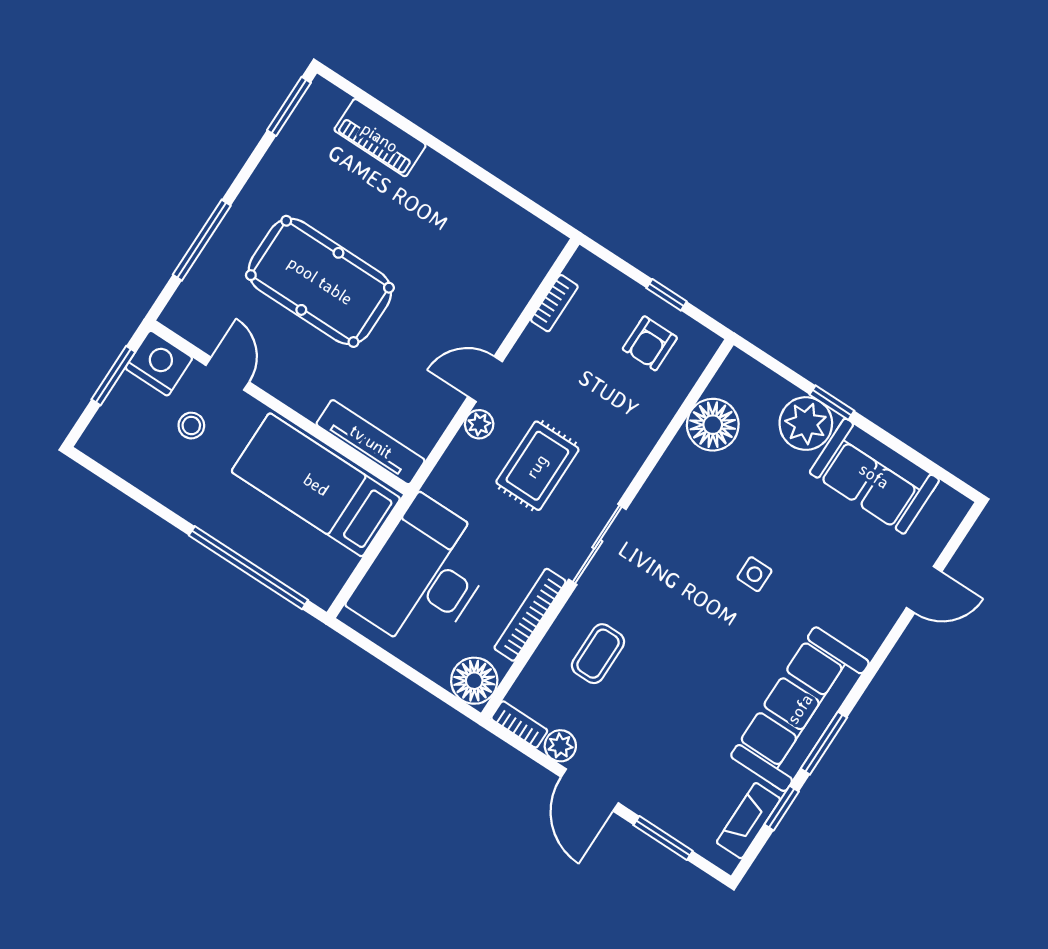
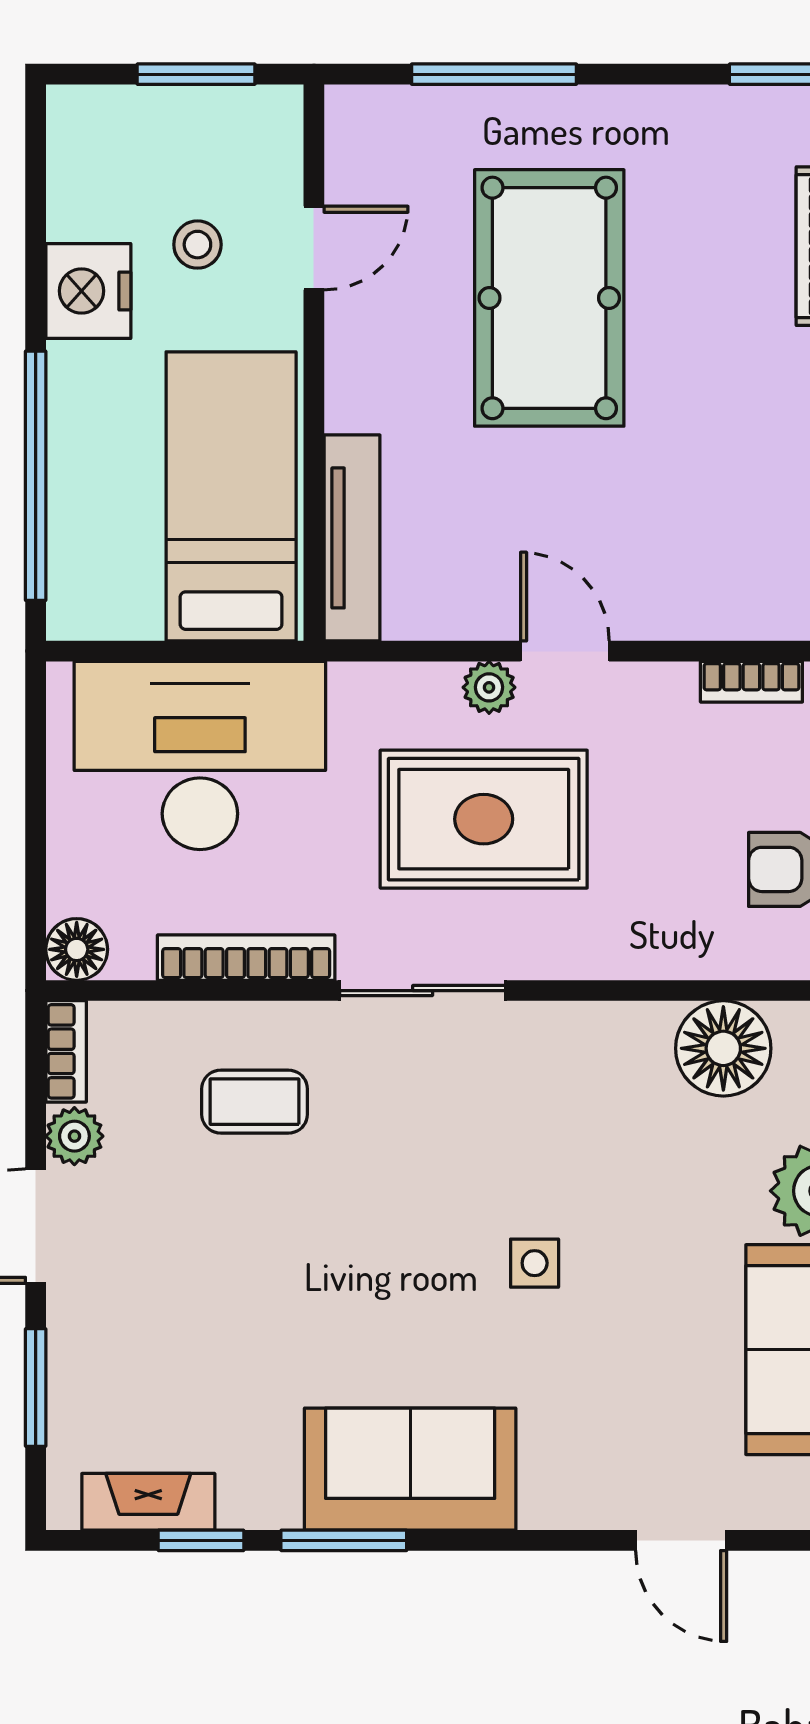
nightstand: (159, 363) -> (88, 291), moved, turned 180
rug: (537, 466) -> (484, 819), width x1.36, depth x1.43
floor lamp: (474, 681) -> (77, 949), width x0.73, depth x0.73
sofa: (800, 709) -> (410, 1469), width x0.73

